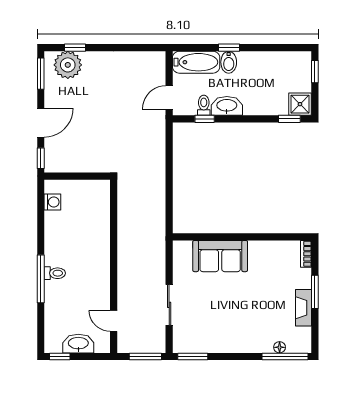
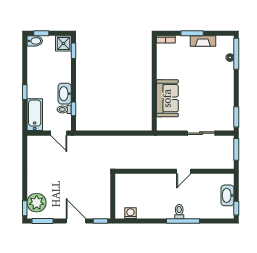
window: (75, 48) -> (25, 208), moved
bidet: (229, 62) -> (35, 41), moved
door: (114, 321) -> (184, 171), moved

